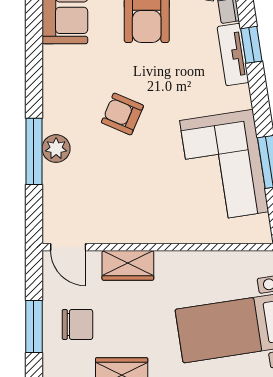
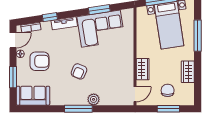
tv unit: (233, 55) -> (64, 23), moved
window: (34, 151) -> (78, 109), moved

